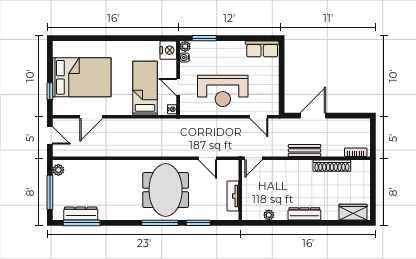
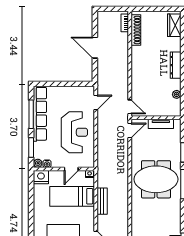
window: (245, 38) -> (31, 114), added
row of seats: (262, 49) -> (40, 114), width x2.02
door: (313, 116) -> (95, 48), moved
bench: (305, 150) -> (102, 201), moved
door: (207, 158) -> (130, 130), moved
shoe rack: (332, 166) -> (136, 30), moved

